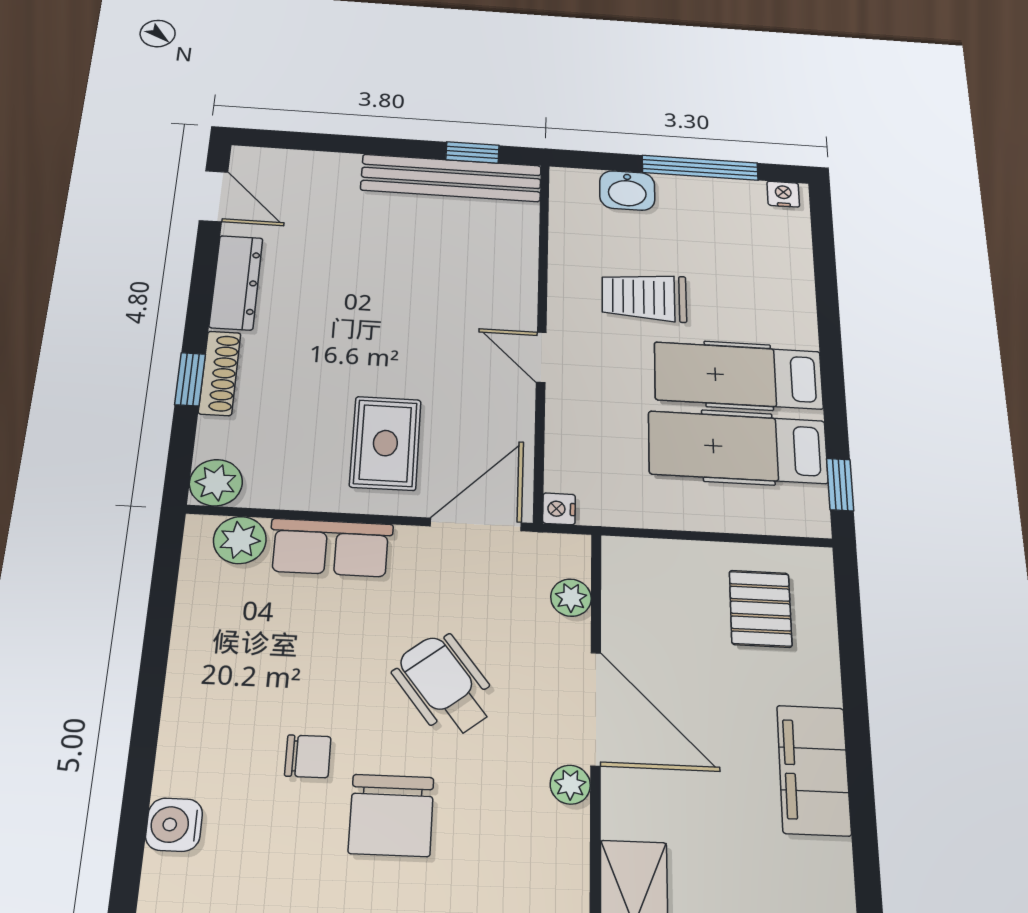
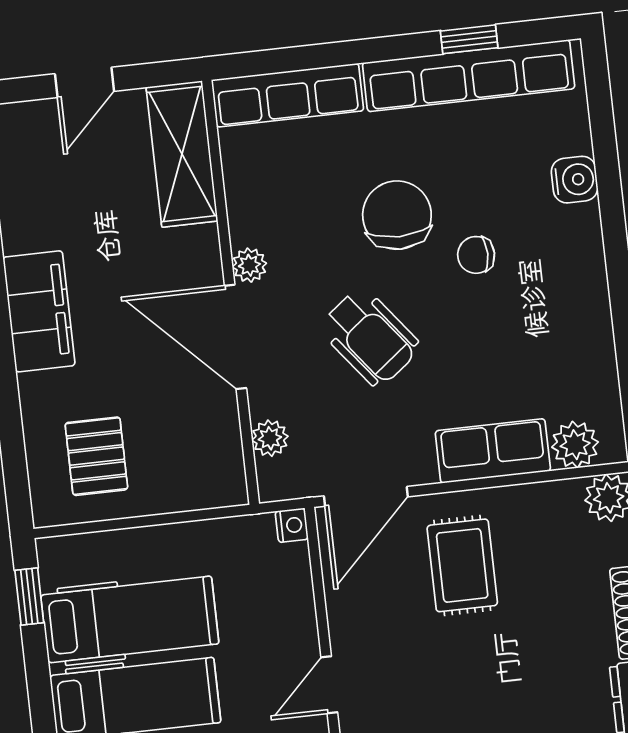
door: (541, 357) -> (329, 685), swing flipped

